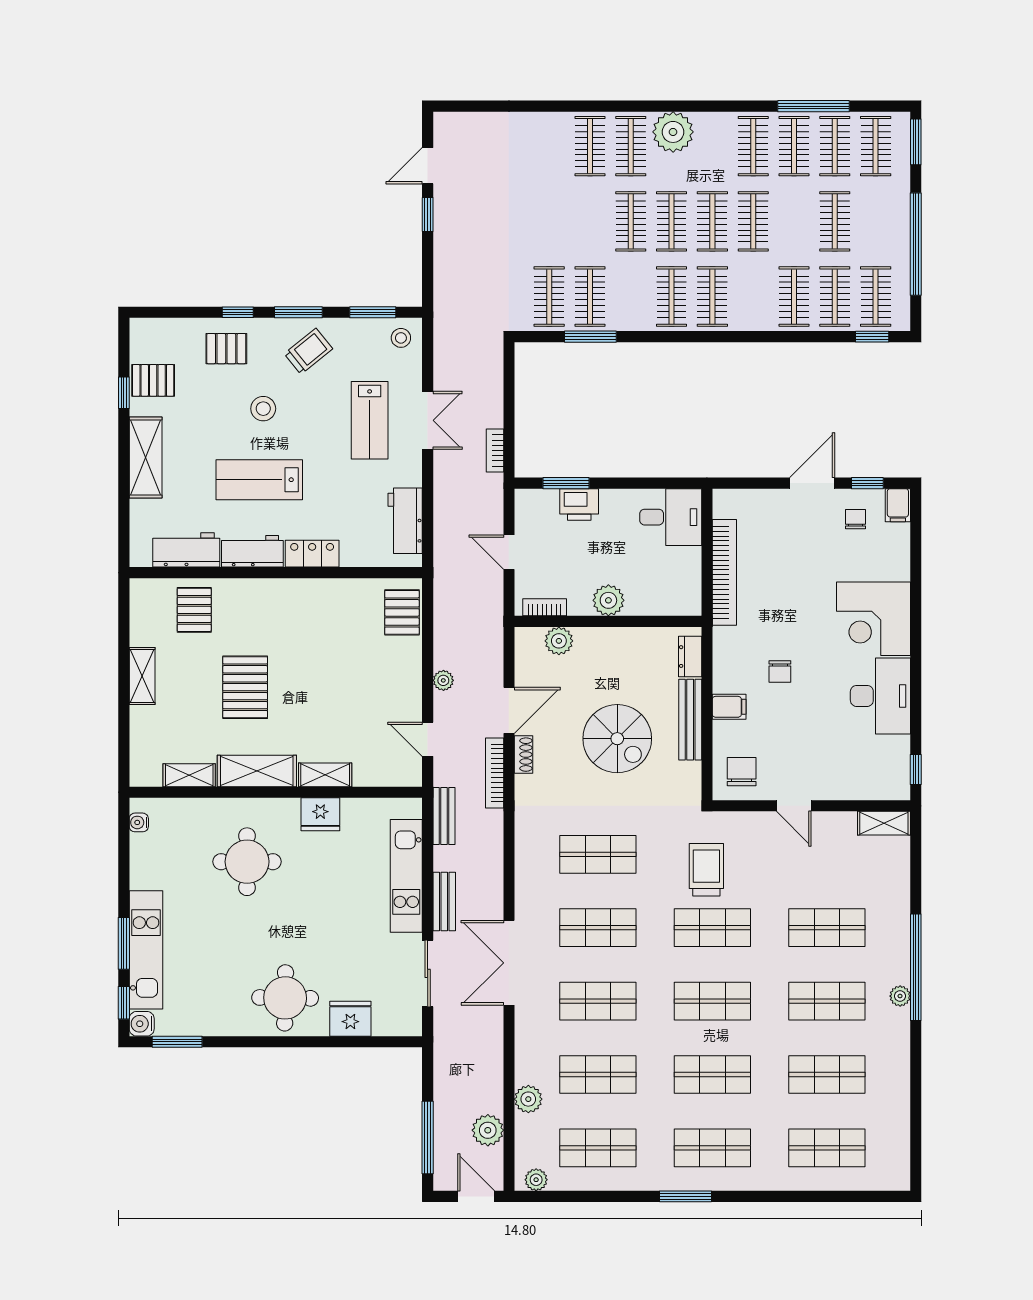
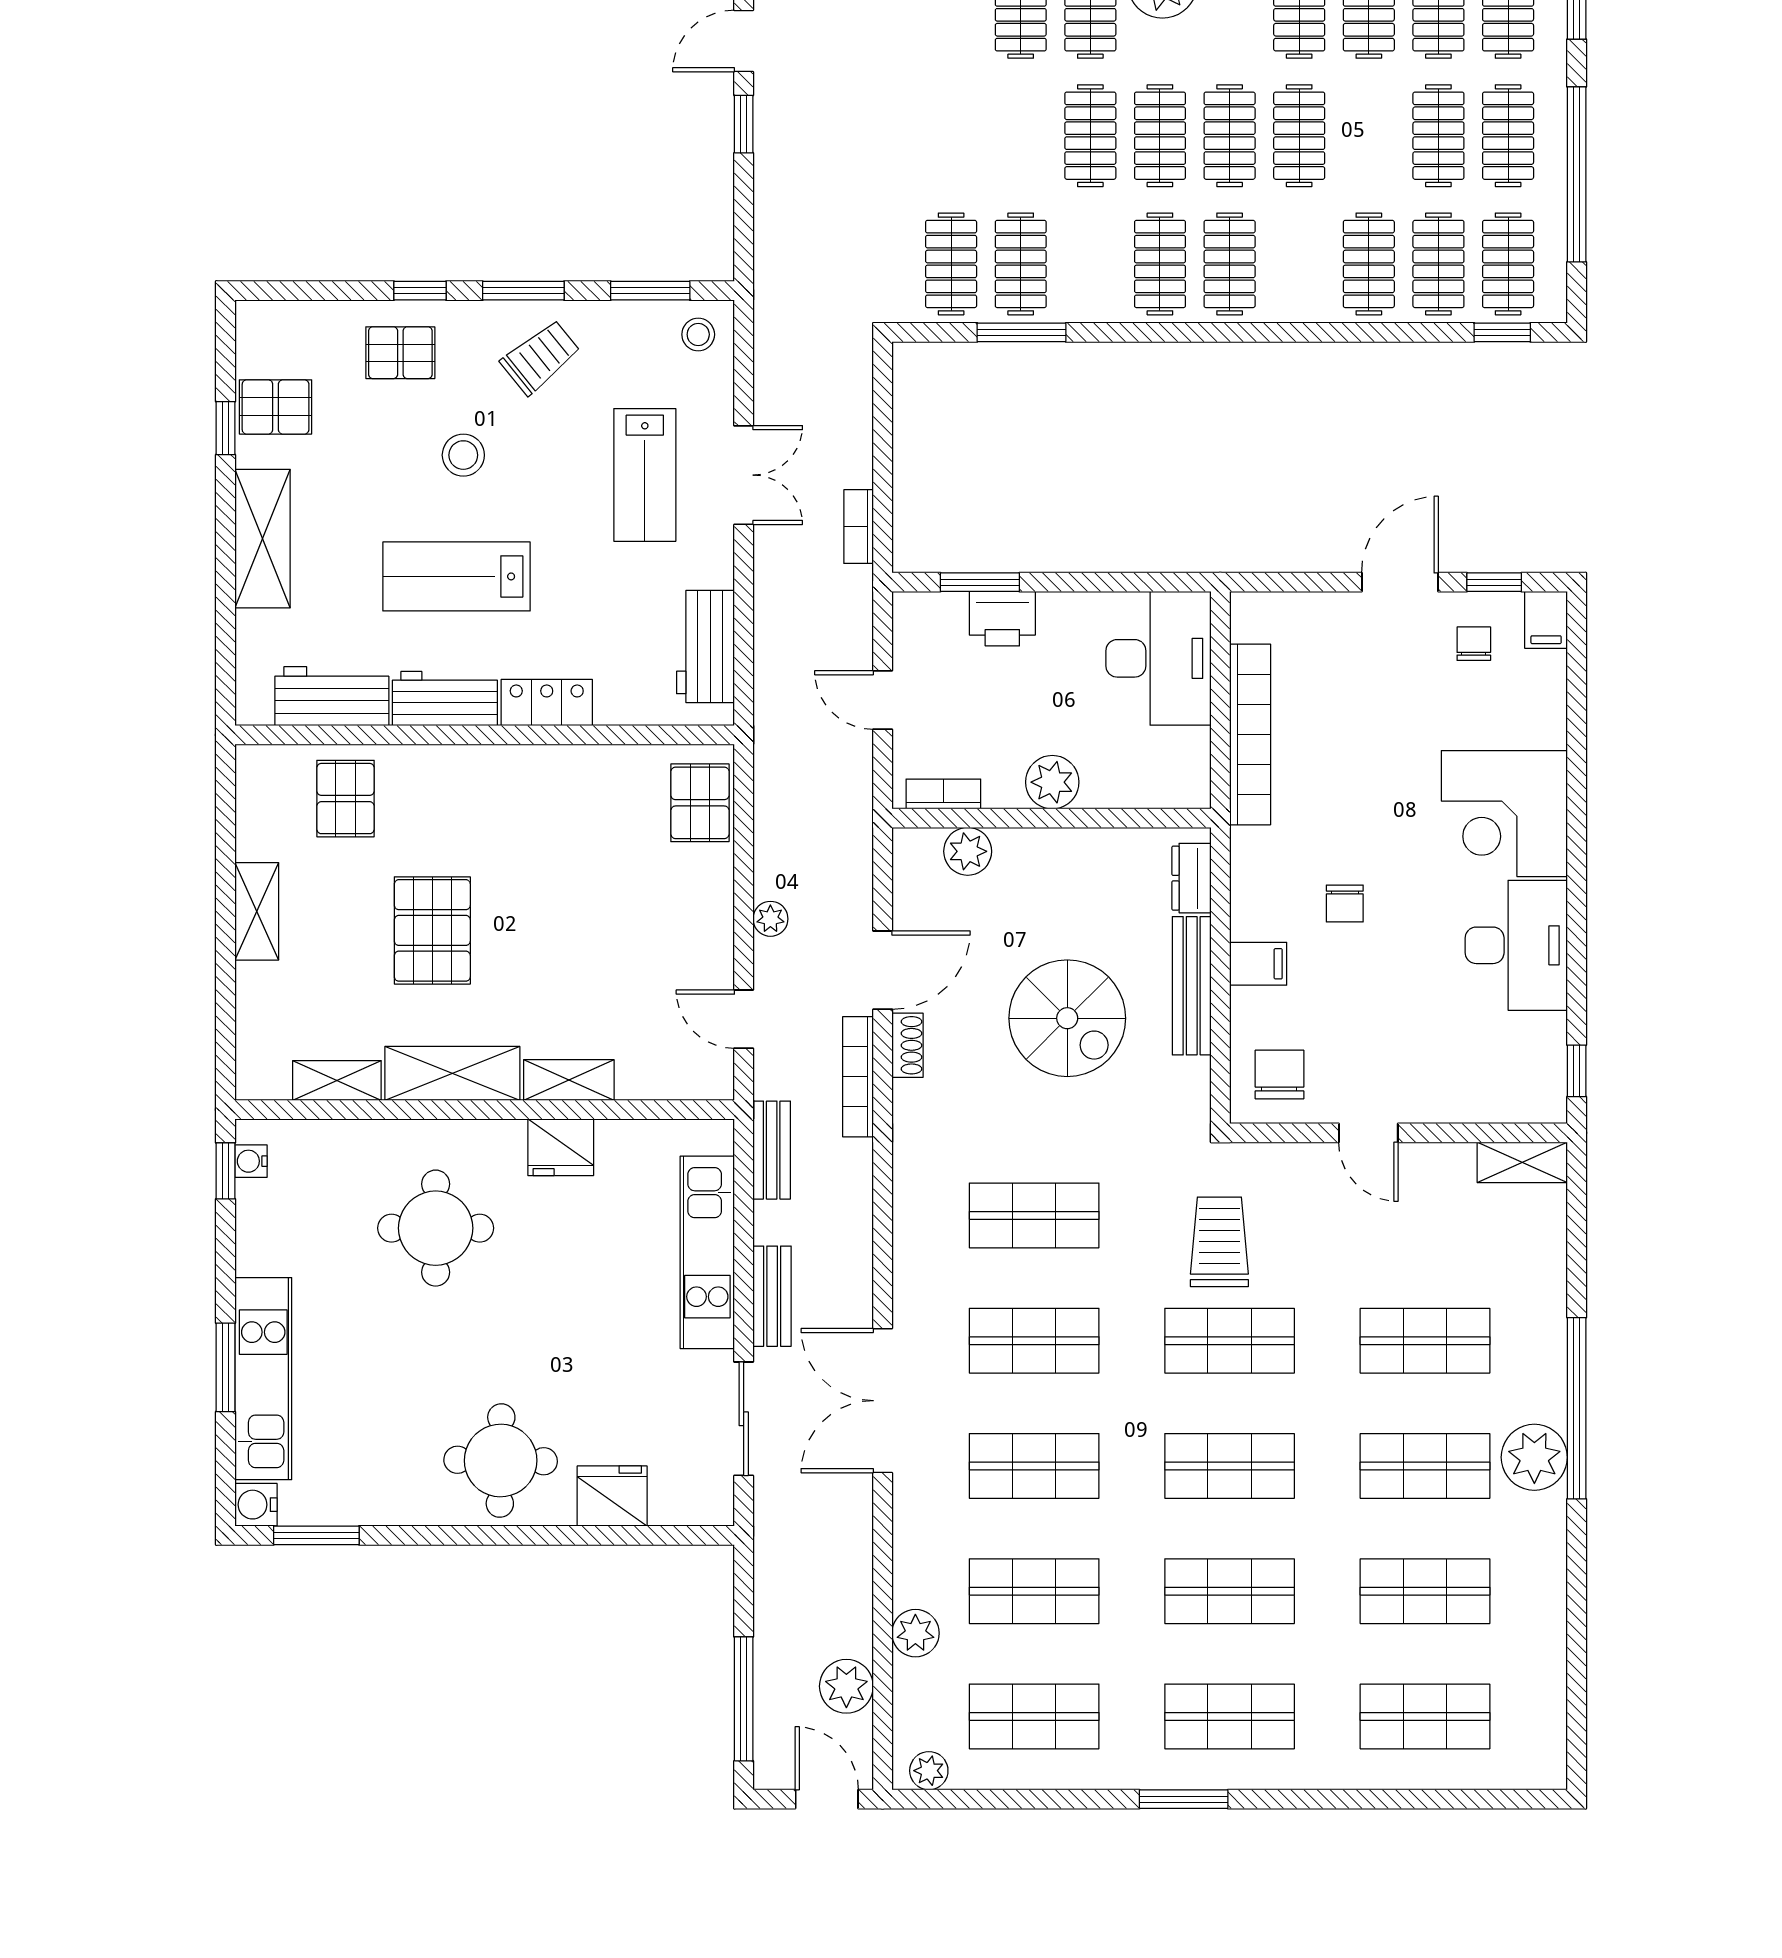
clothes rail: (876, 221) -> (1508, 136), added
desk: (671, 517) -> (1158, 658), width x1.37
plant: (900, 996) -> (1534, 1457), width x1.88, depth x1.88
window: (124, 1003) -> (226, 1171), moved

